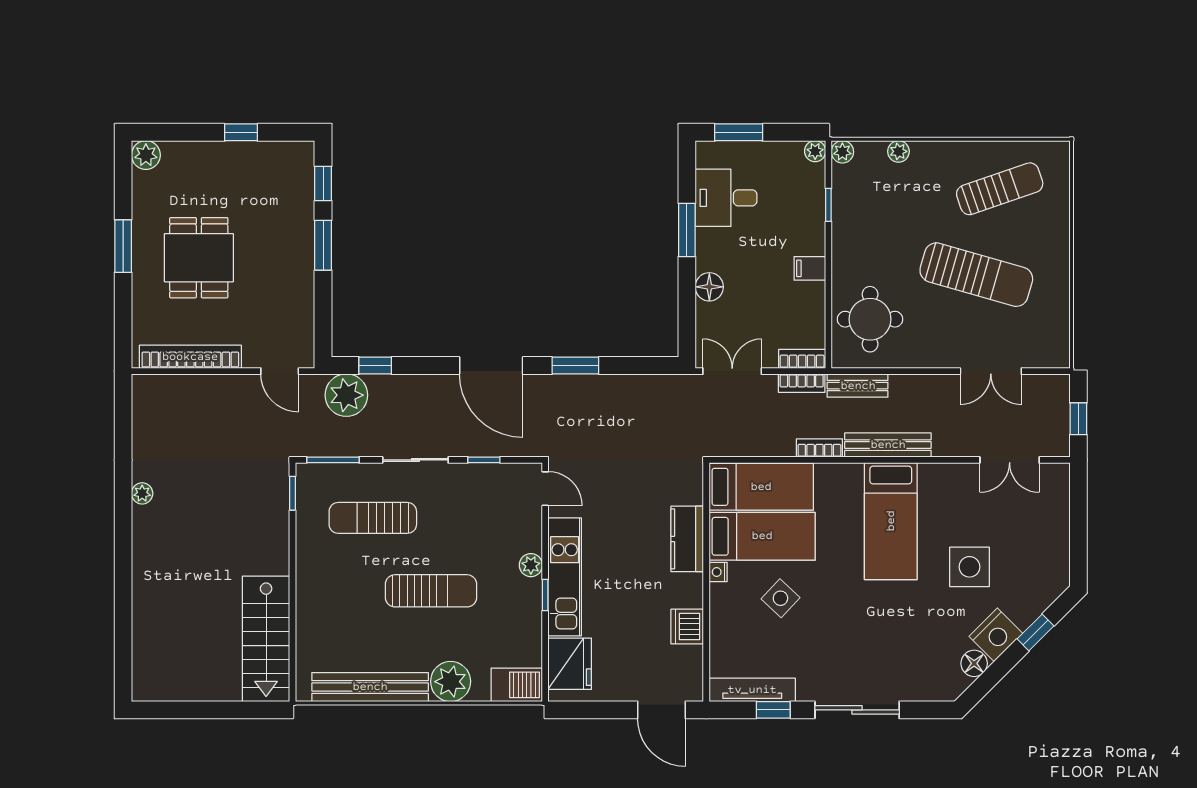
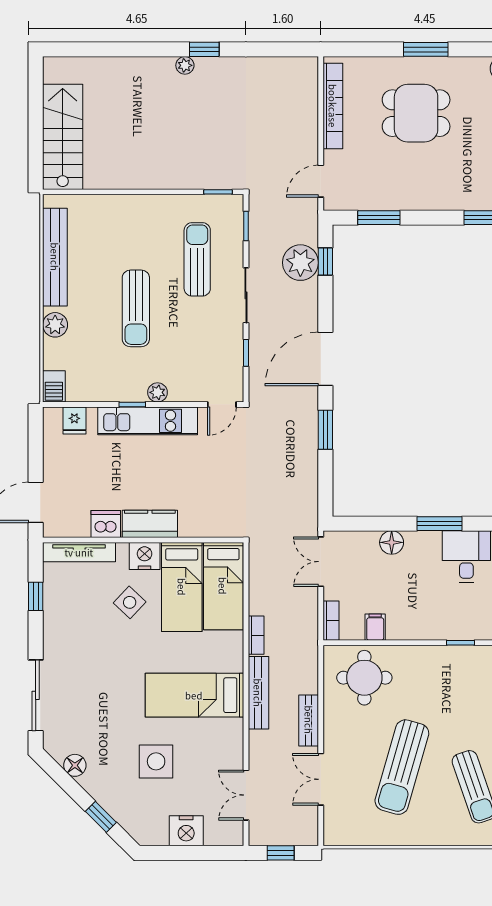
window: (323, 245) -> (379, 218), moved
filing cabinet: (810, 268) -> (375, 627), moved
double door: (732, 371) -> (321, 562), swing flipped
bookcase: (802, 383) -> (311, 620), removed
bench: (858, 386) -> (309, 720), moved
plant: (346, 395) -> (300, 263), moved
window: (333, 460) -> (246, 226), width x0.67
plant: (142, 493) -> (185, 65), moved
window: (123, 510) -> (204, 49), added
kitchen counter: (687, 539) -> (150, 524), moved
nightstand: (718, 572) -> (145, 556), width x1.89, depth x1.79
nightstand: (996, 635) -> (186, 831), moved, turned -45
stairs: (266, 639) -> (63, 137), moved, turned 90
fridge: (570, 664) -> (74, 420), width x0.53, depth x0.75
plant: (451, 682) -> (55, 325), width x0.73, depth x0.73
barbecue: (517, 685) -> (54, 386), width x0.73, depth x0.79
tv unit: (752, 690) -> (79, 552), moved, turned 90
sliding door: (857, 710) -> (36, 695), moved

